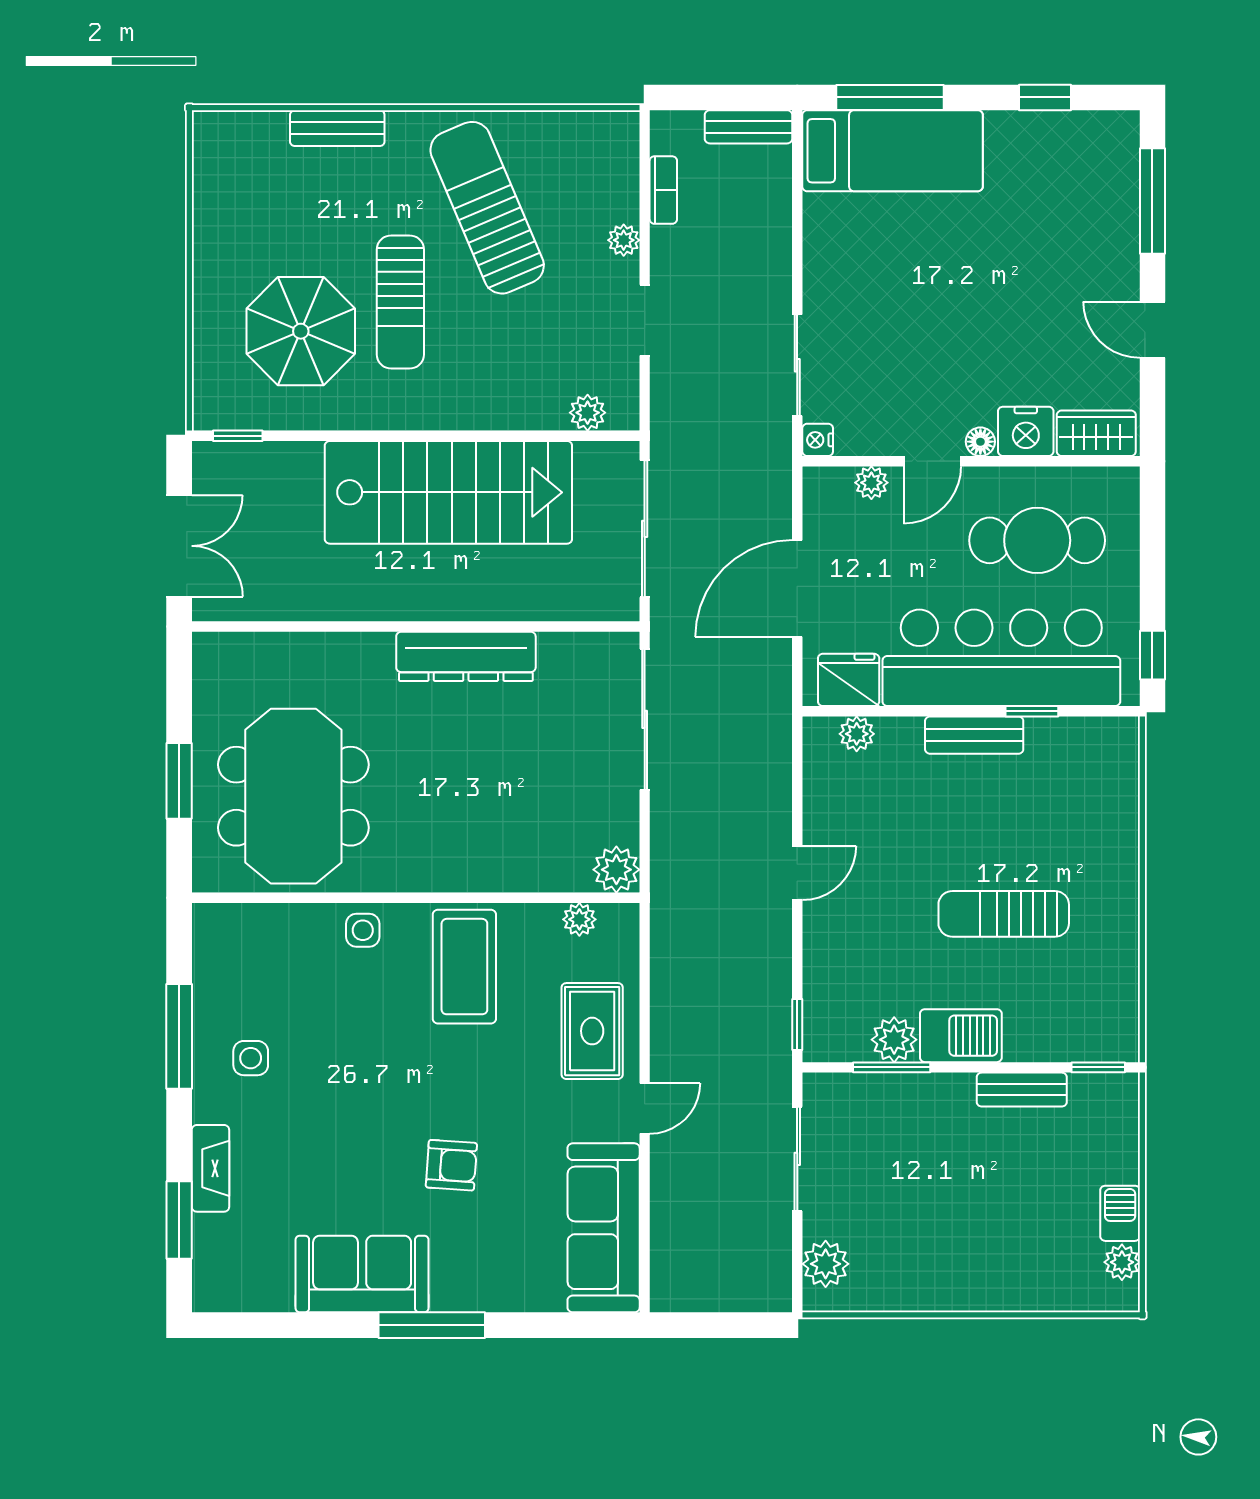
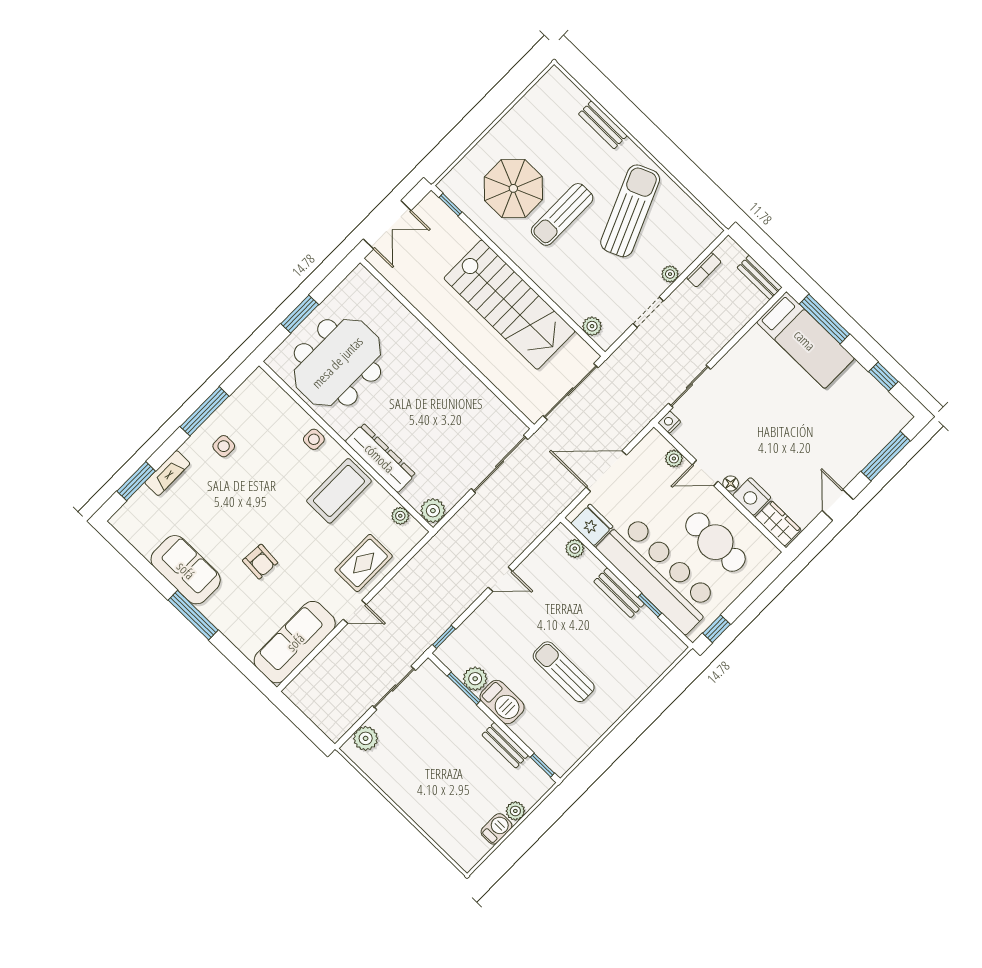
dresser: (466, 656) -> (380, 458), moved, turned 180
plant: (1122, 1262) -> (515, 811), moved

